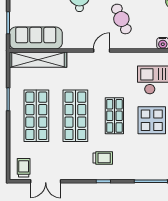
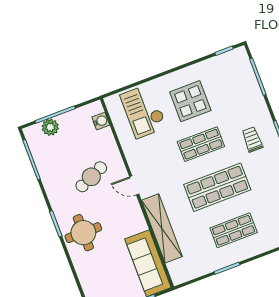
shelving: (38, 60) -> (162, 228), moved
shop shelf: (36, 116) -> (234, 230), width x0.70, depth x0.74

